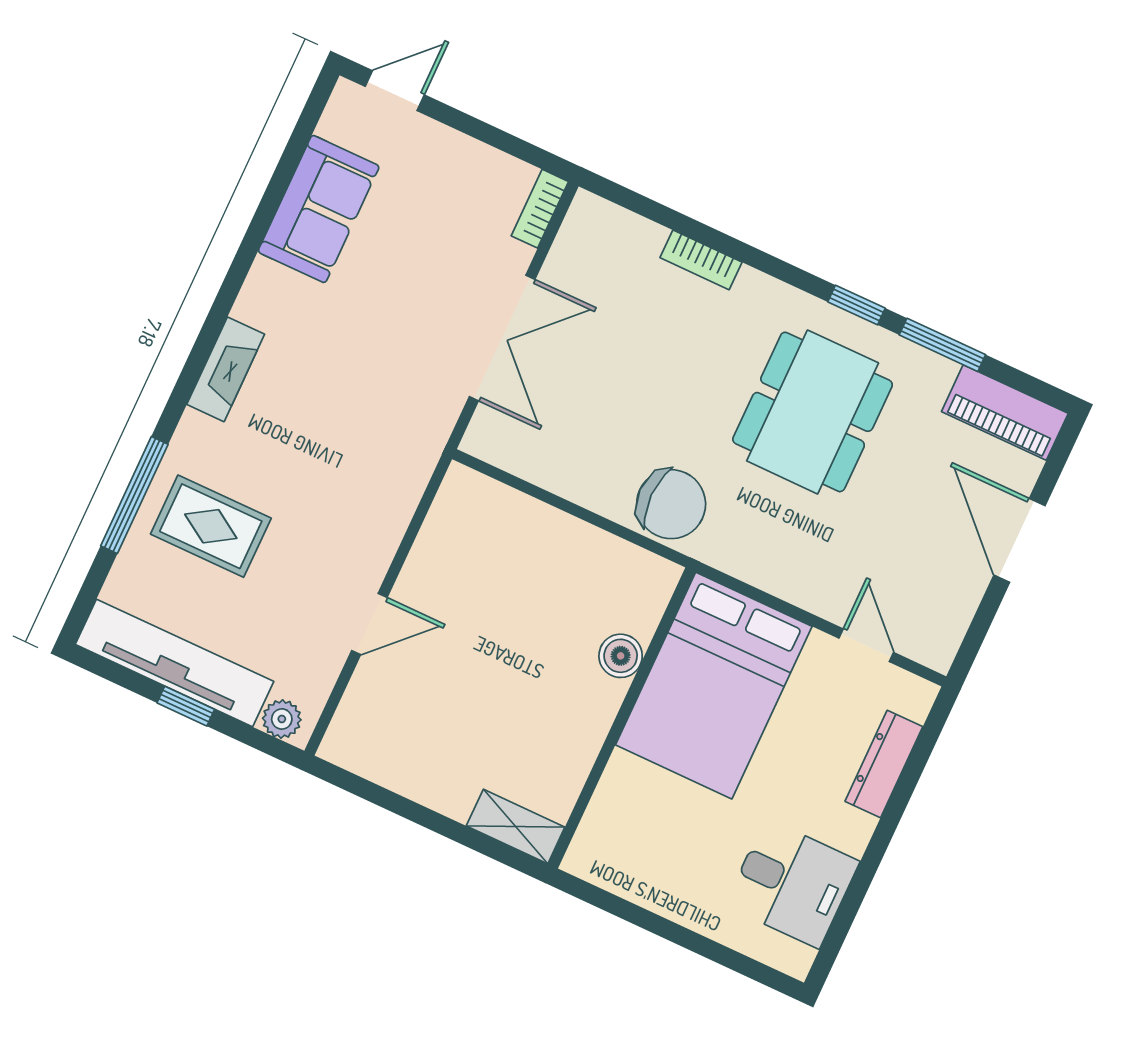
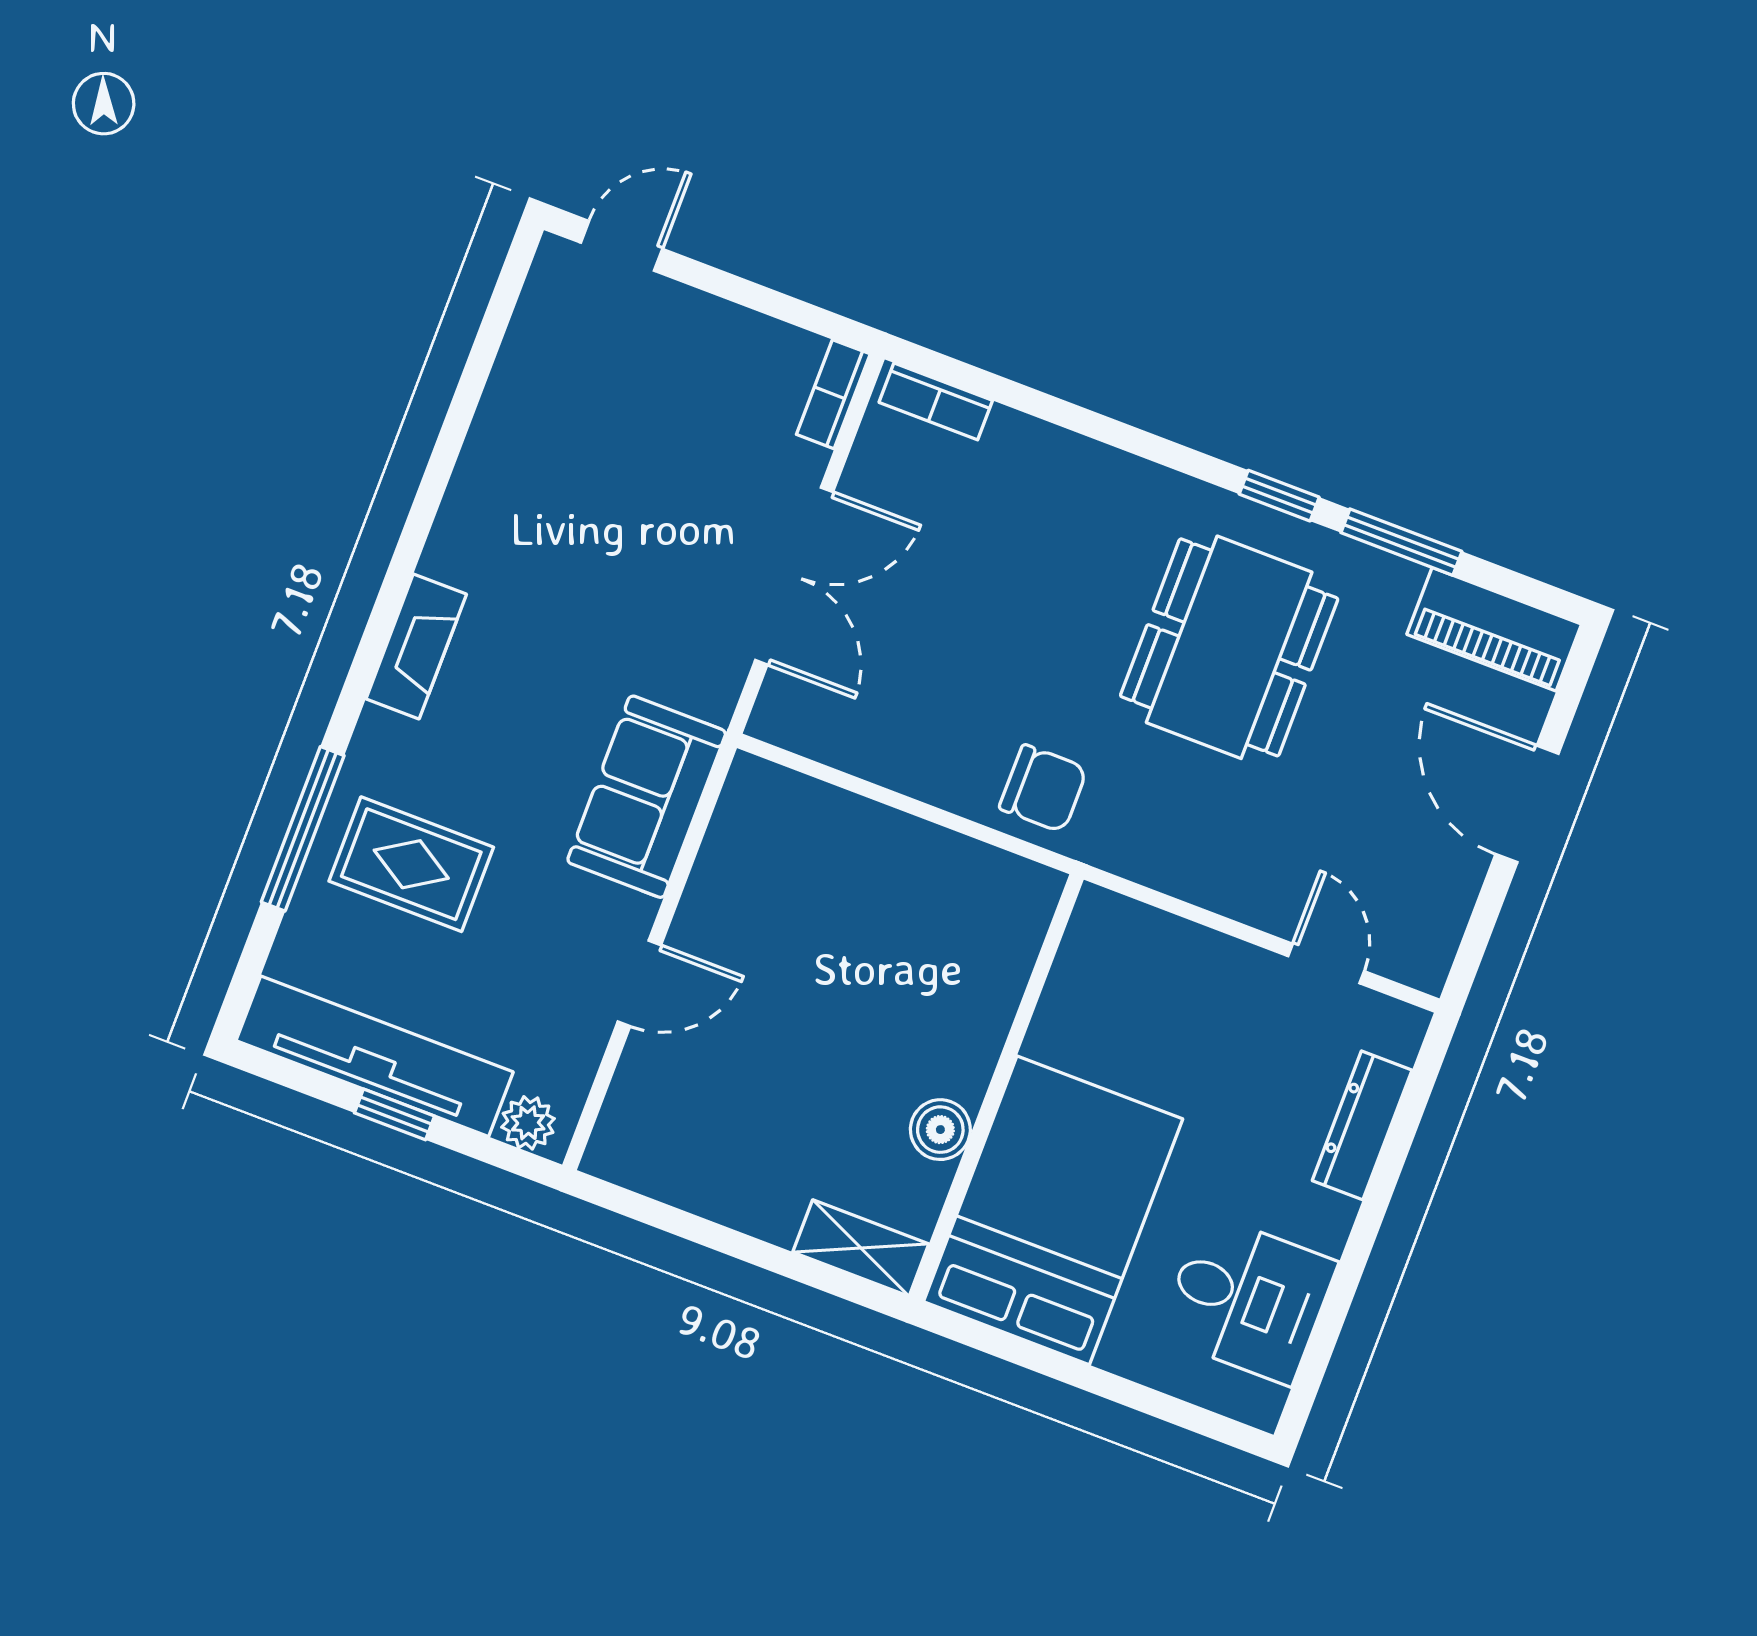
sofa: (319, 209) -> (647, 797), moved, turned 180
bookcase: (701, 260) -> (936, 401), moved
chair: (671, 504) -> (1043, 788), width x0.73, depth x0.73
boiler: (621, 656) -> (940, 1130), moved
bed: (714, 686) -> (1053, 1210), moved, turned 180

